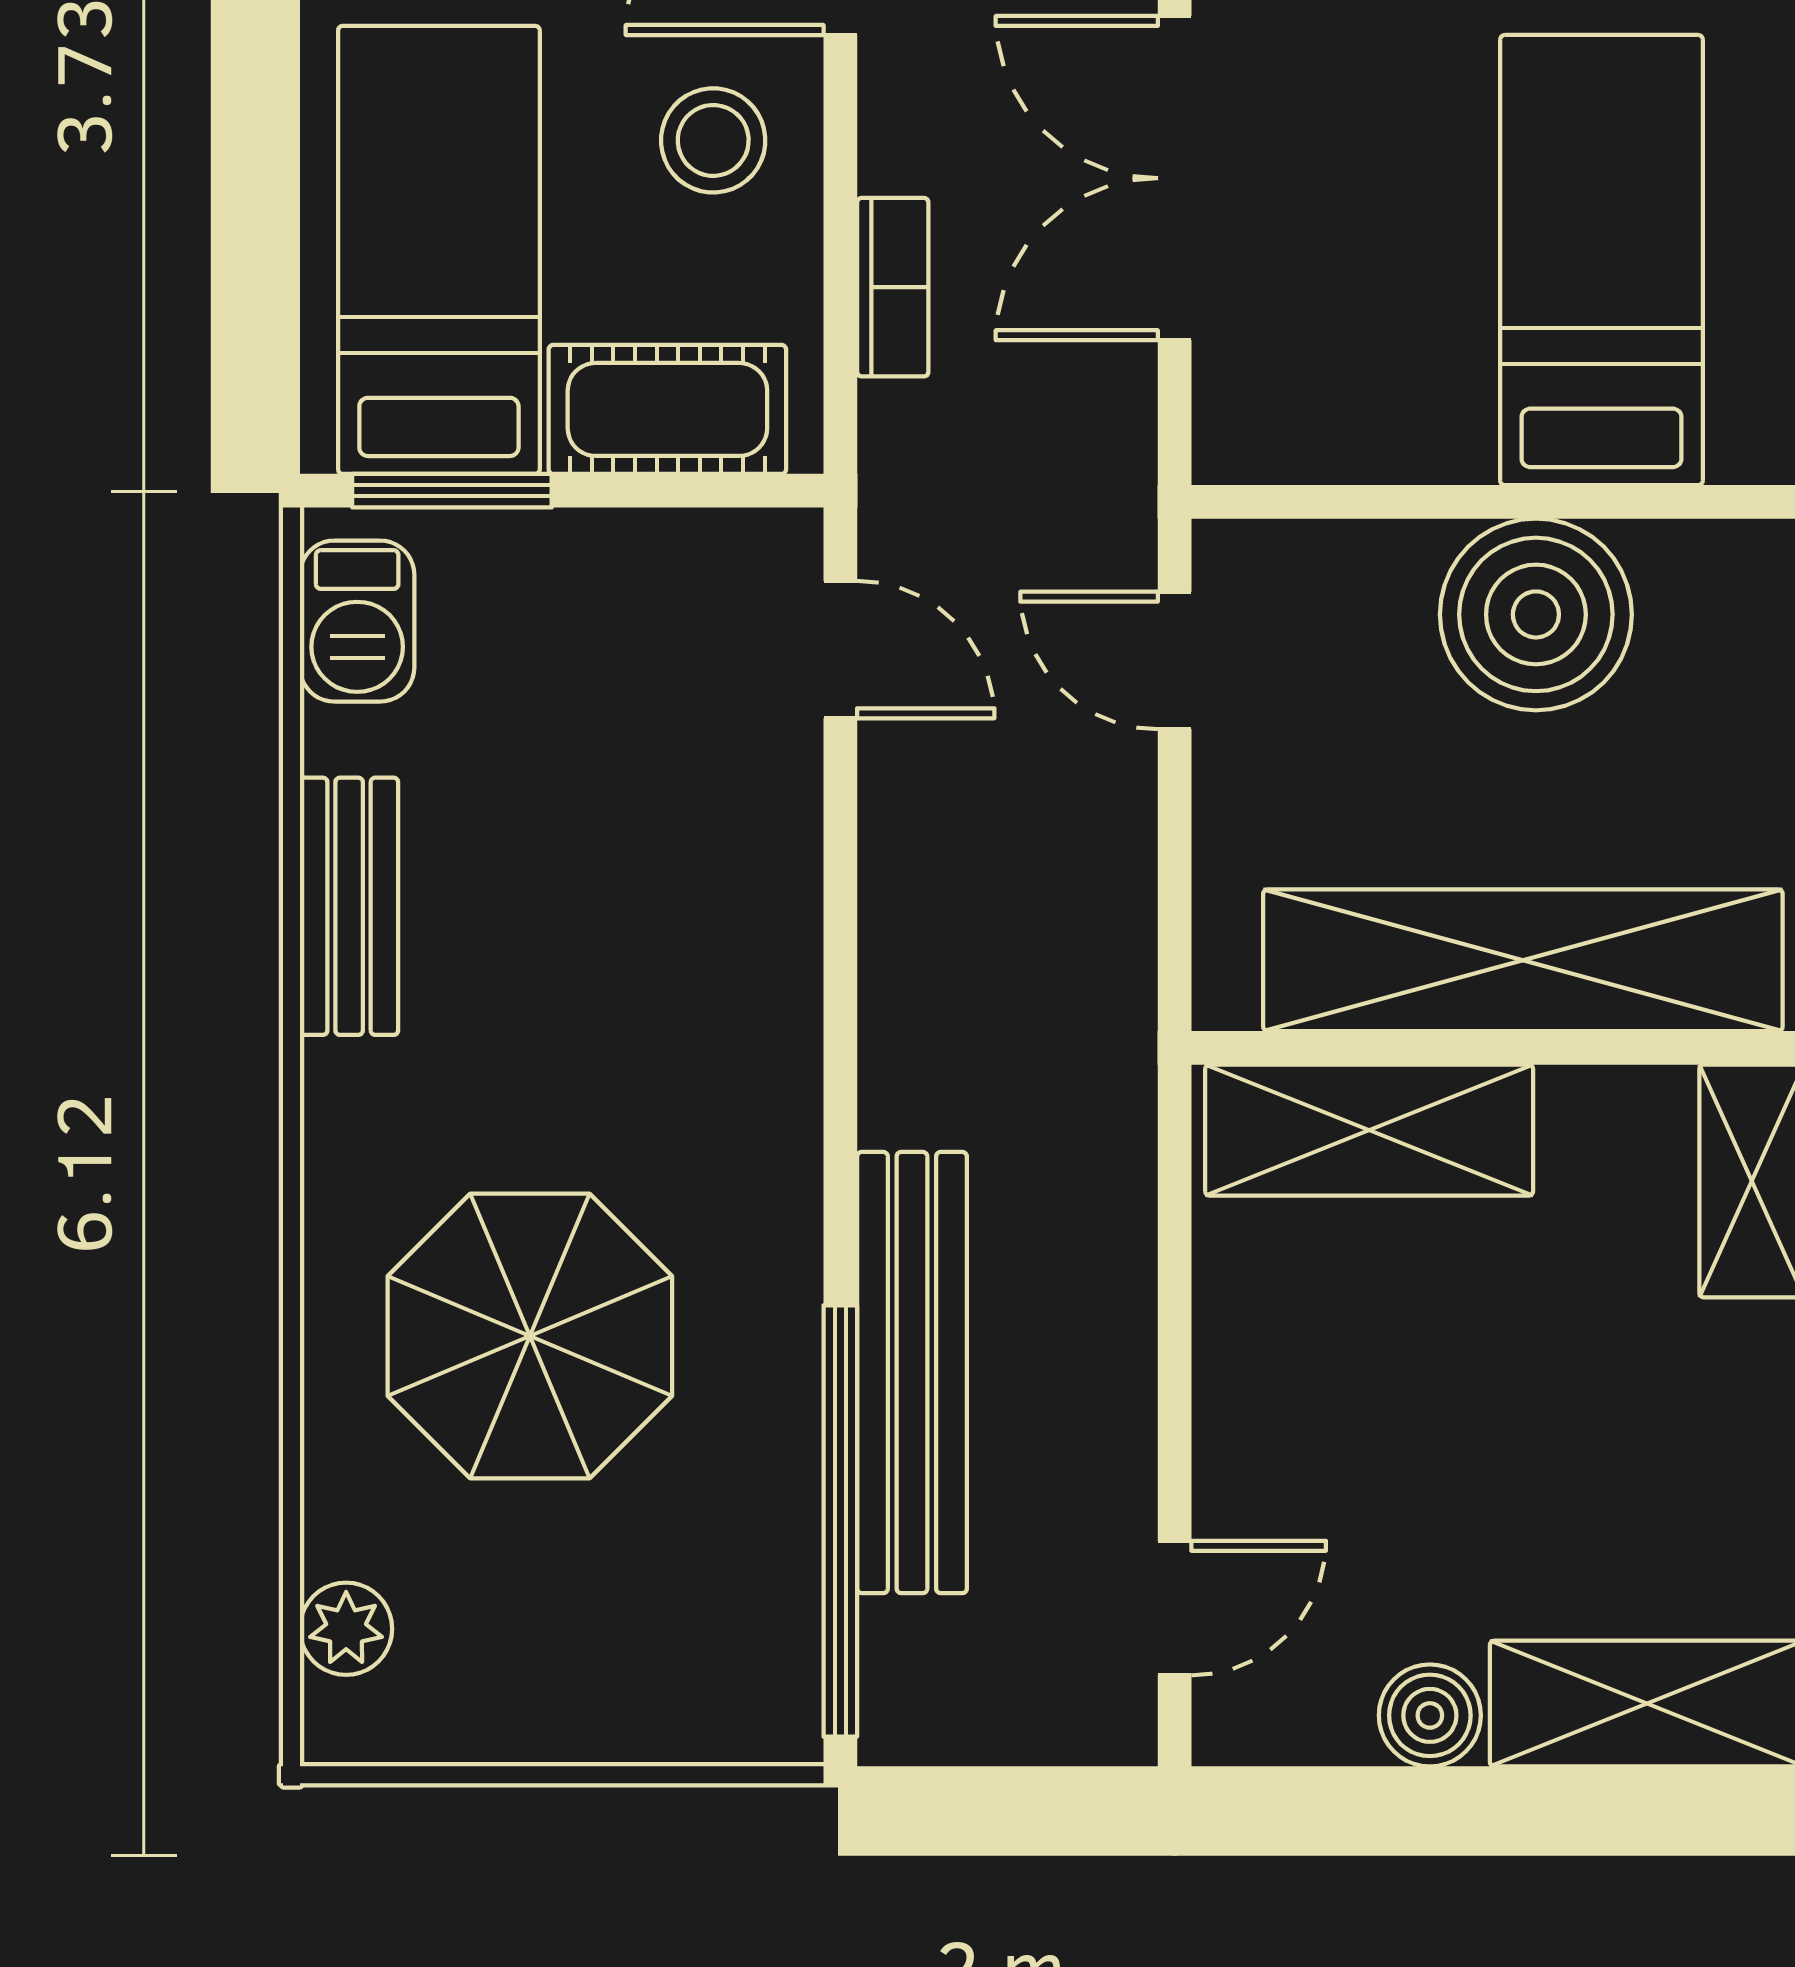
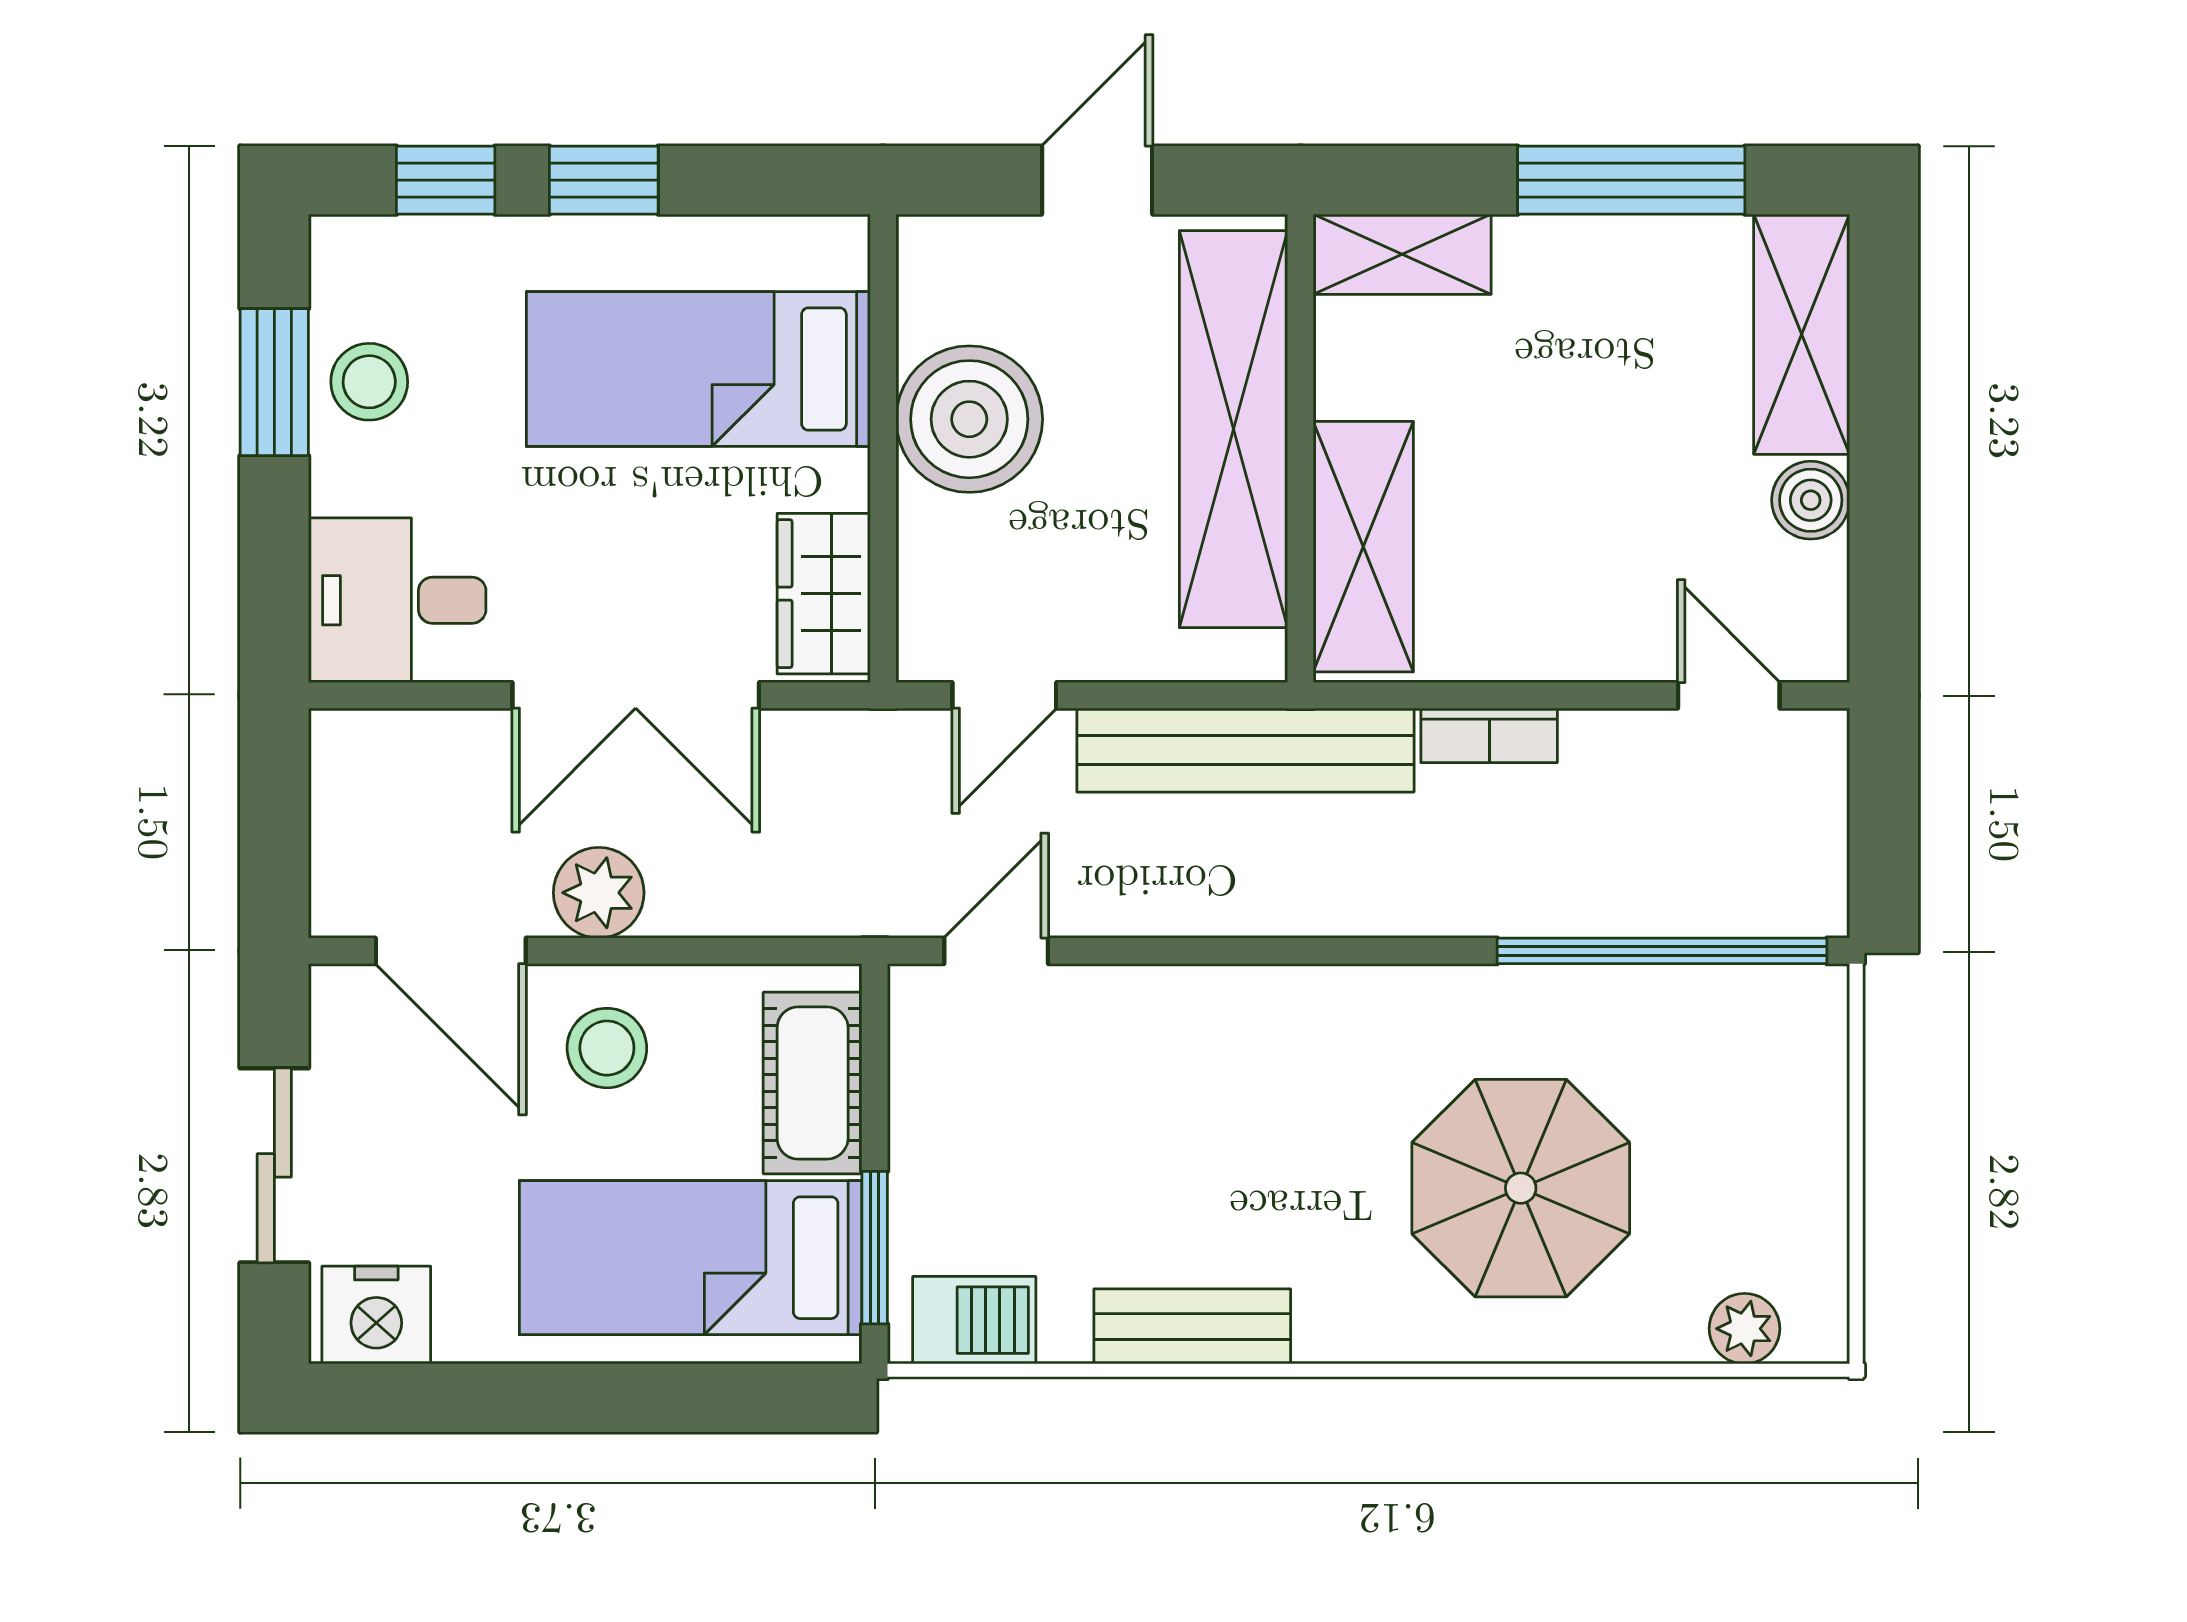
plant: (916, 130) -> (599, 893), added
bookcase: (893, 287) -> (1489, 735), moved, turned 180
wardrobe: (1308, 424) -> (824, 594), added
bench: (912, 1373) -> (1245, 750), moved

